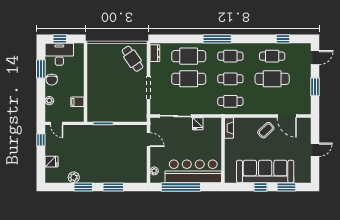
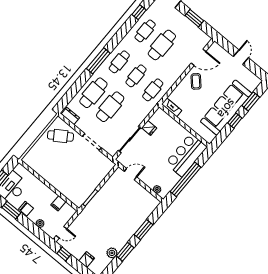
bar counter: (193, 171) -> (186, 155), width x0.73

